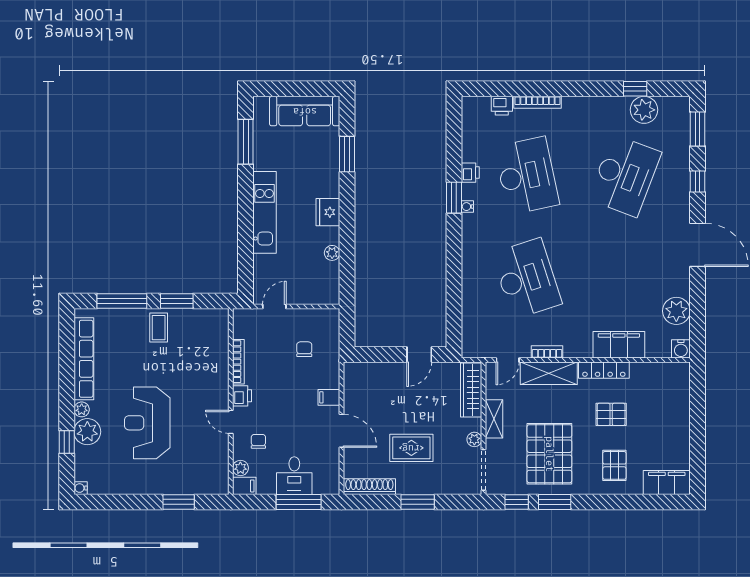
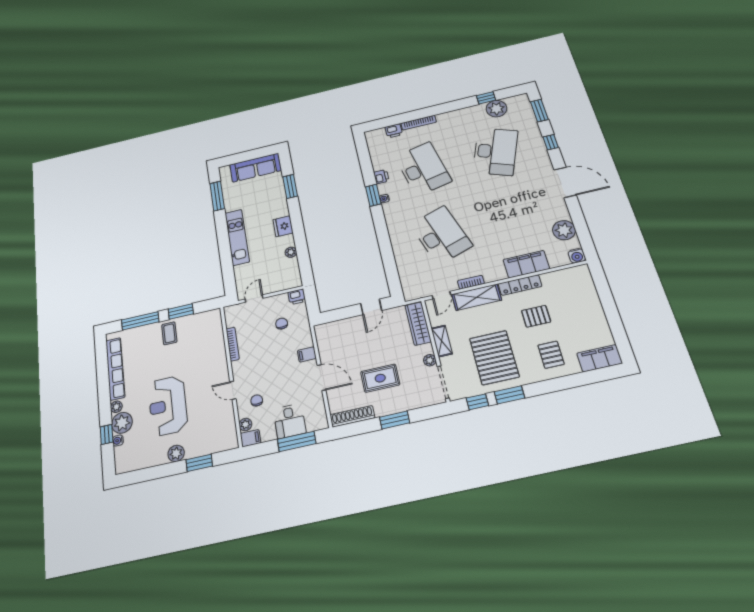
printer: (242, 396) -> (297, 297), moved, turned 90
plant: (152, 485) -> (176, 453), added
water cooler: (81, 488) -> (118, 441), moved

